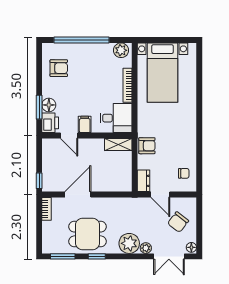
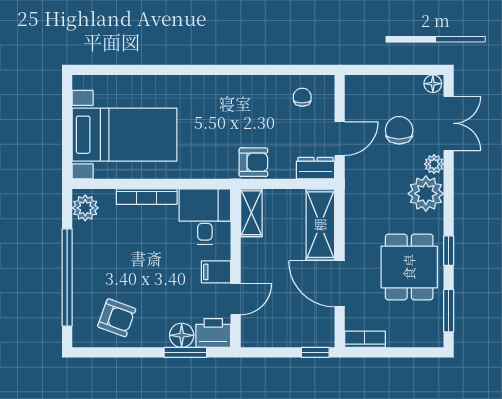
armchair: (59, 68) -> (117, 318), turned 110
armchair: (147, 146) -> (253, 162), turned 90
shelving: (112, 184) -> (320, 225), added
chair: (178, 222) -> (399, 130), moved, turned -128

